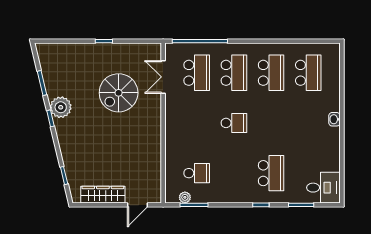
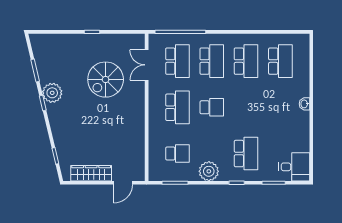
school desk: (197, 123) -> (177, 107), added
plant: (185, 197) -> (209, 171), moved, width x1.88, depth x1.88

